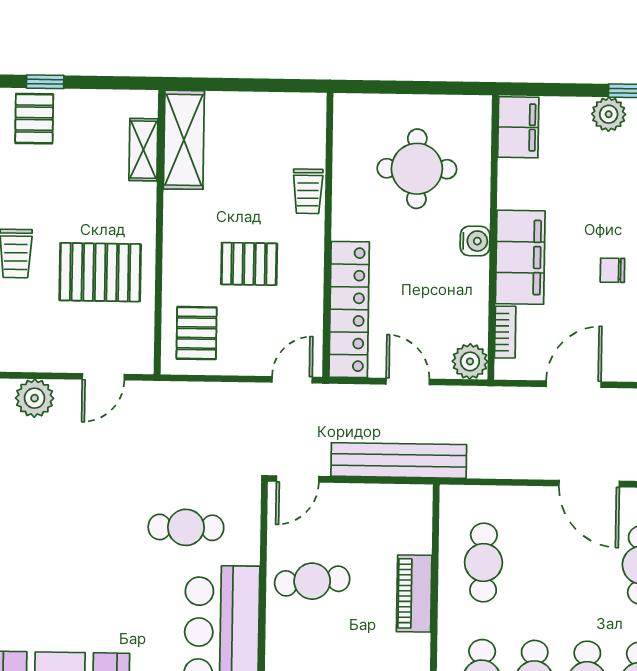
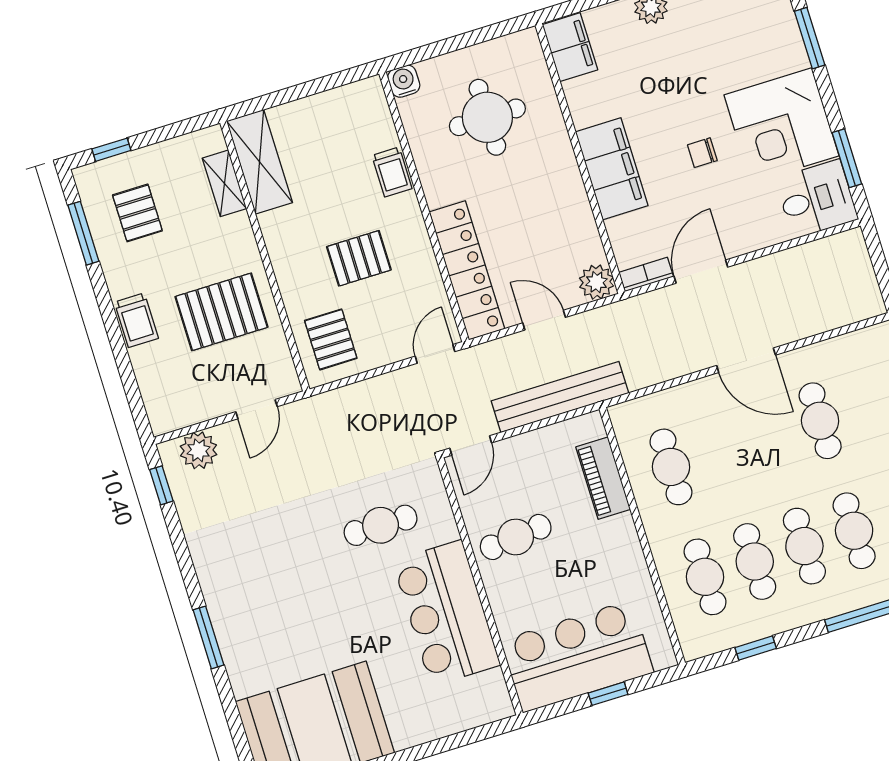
pallet: (34, 119) -> (137, 213), moved
water cooler: (475, 241) -> (404, 81), moved, turned -90
bookcase: (505, 332) -> (646, 274), moved, turned -90
piano: (414, 594) -> (603, 478), moved

